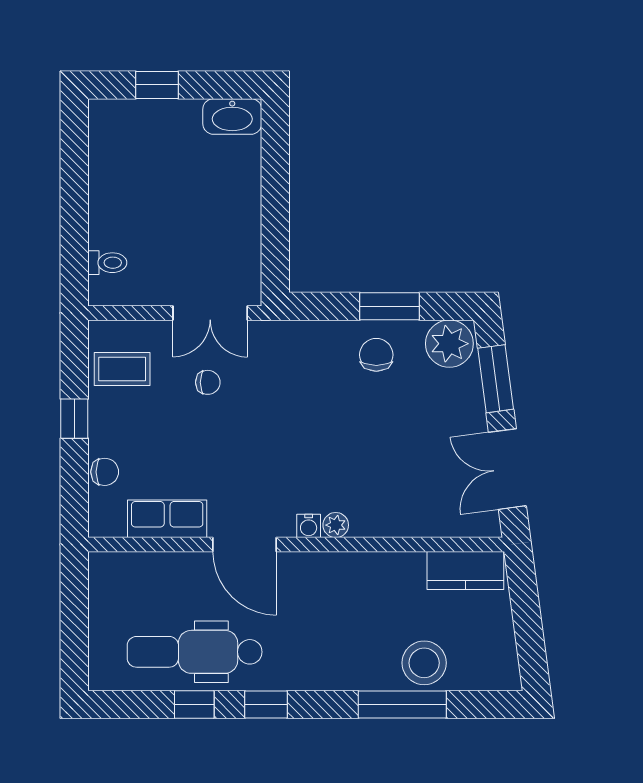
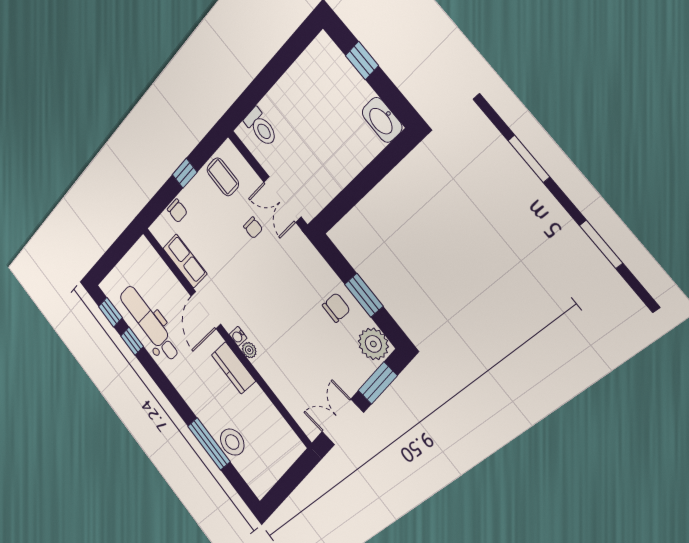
toilet: (107, 263) -> (261, 127), width x1.37, depth x1.39
kitchen counter: (465, 570) -> (233, 368), moved
window: (266, 705) -> (110, 312), moved

